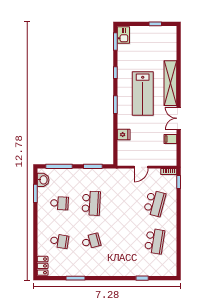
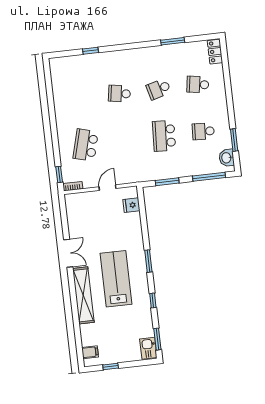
fridge: (124, 135) -> (131, 205), moved
filing cabinet: (170, 139) -> (90, 352), moved
school desk: (155, 241) -> (119, 94), moved, width x0.54

